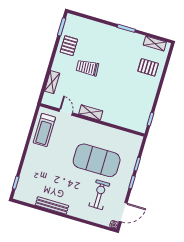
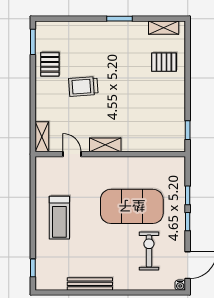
shelving: (52, 82) -> (42, 137), moved
treadmill: (44, 130) -> (59, 218), moved

